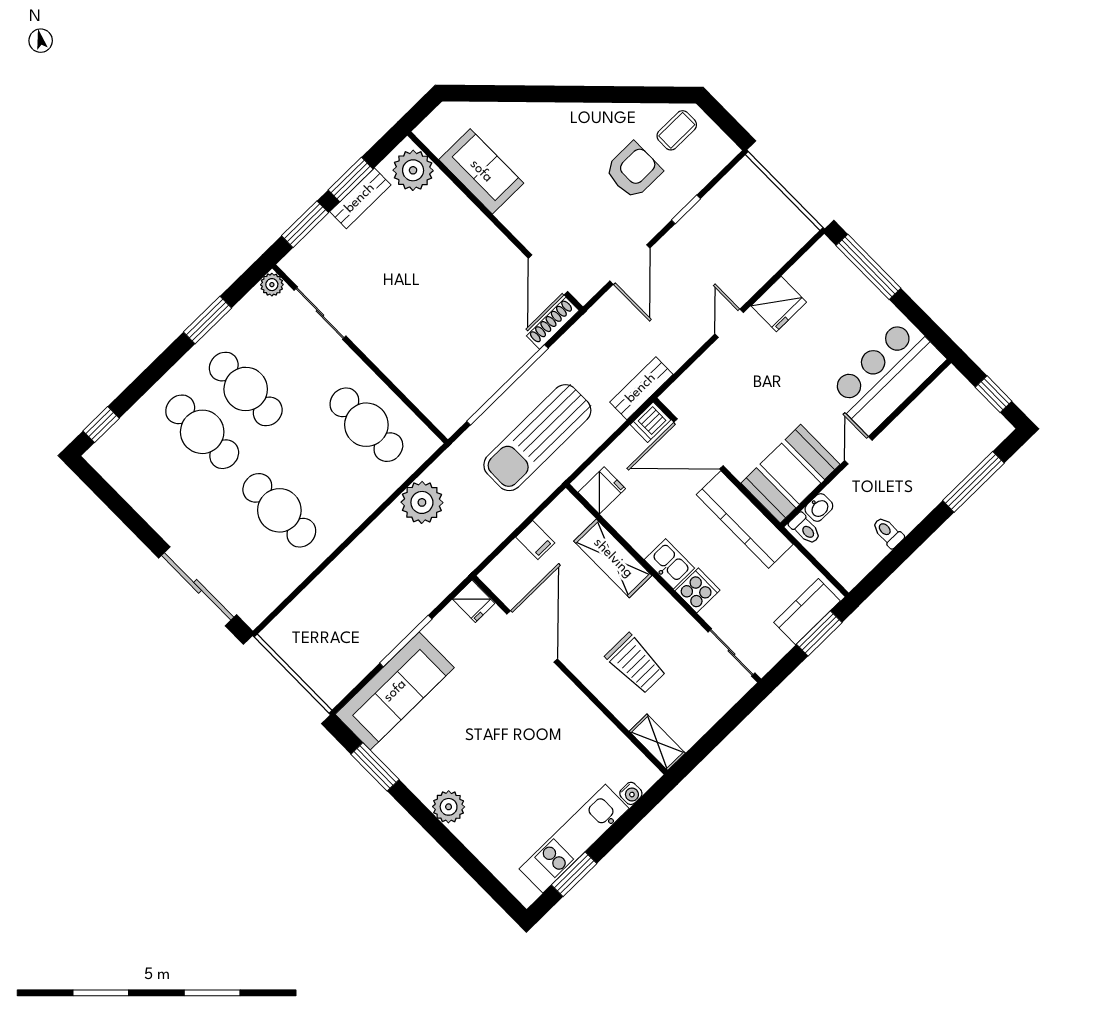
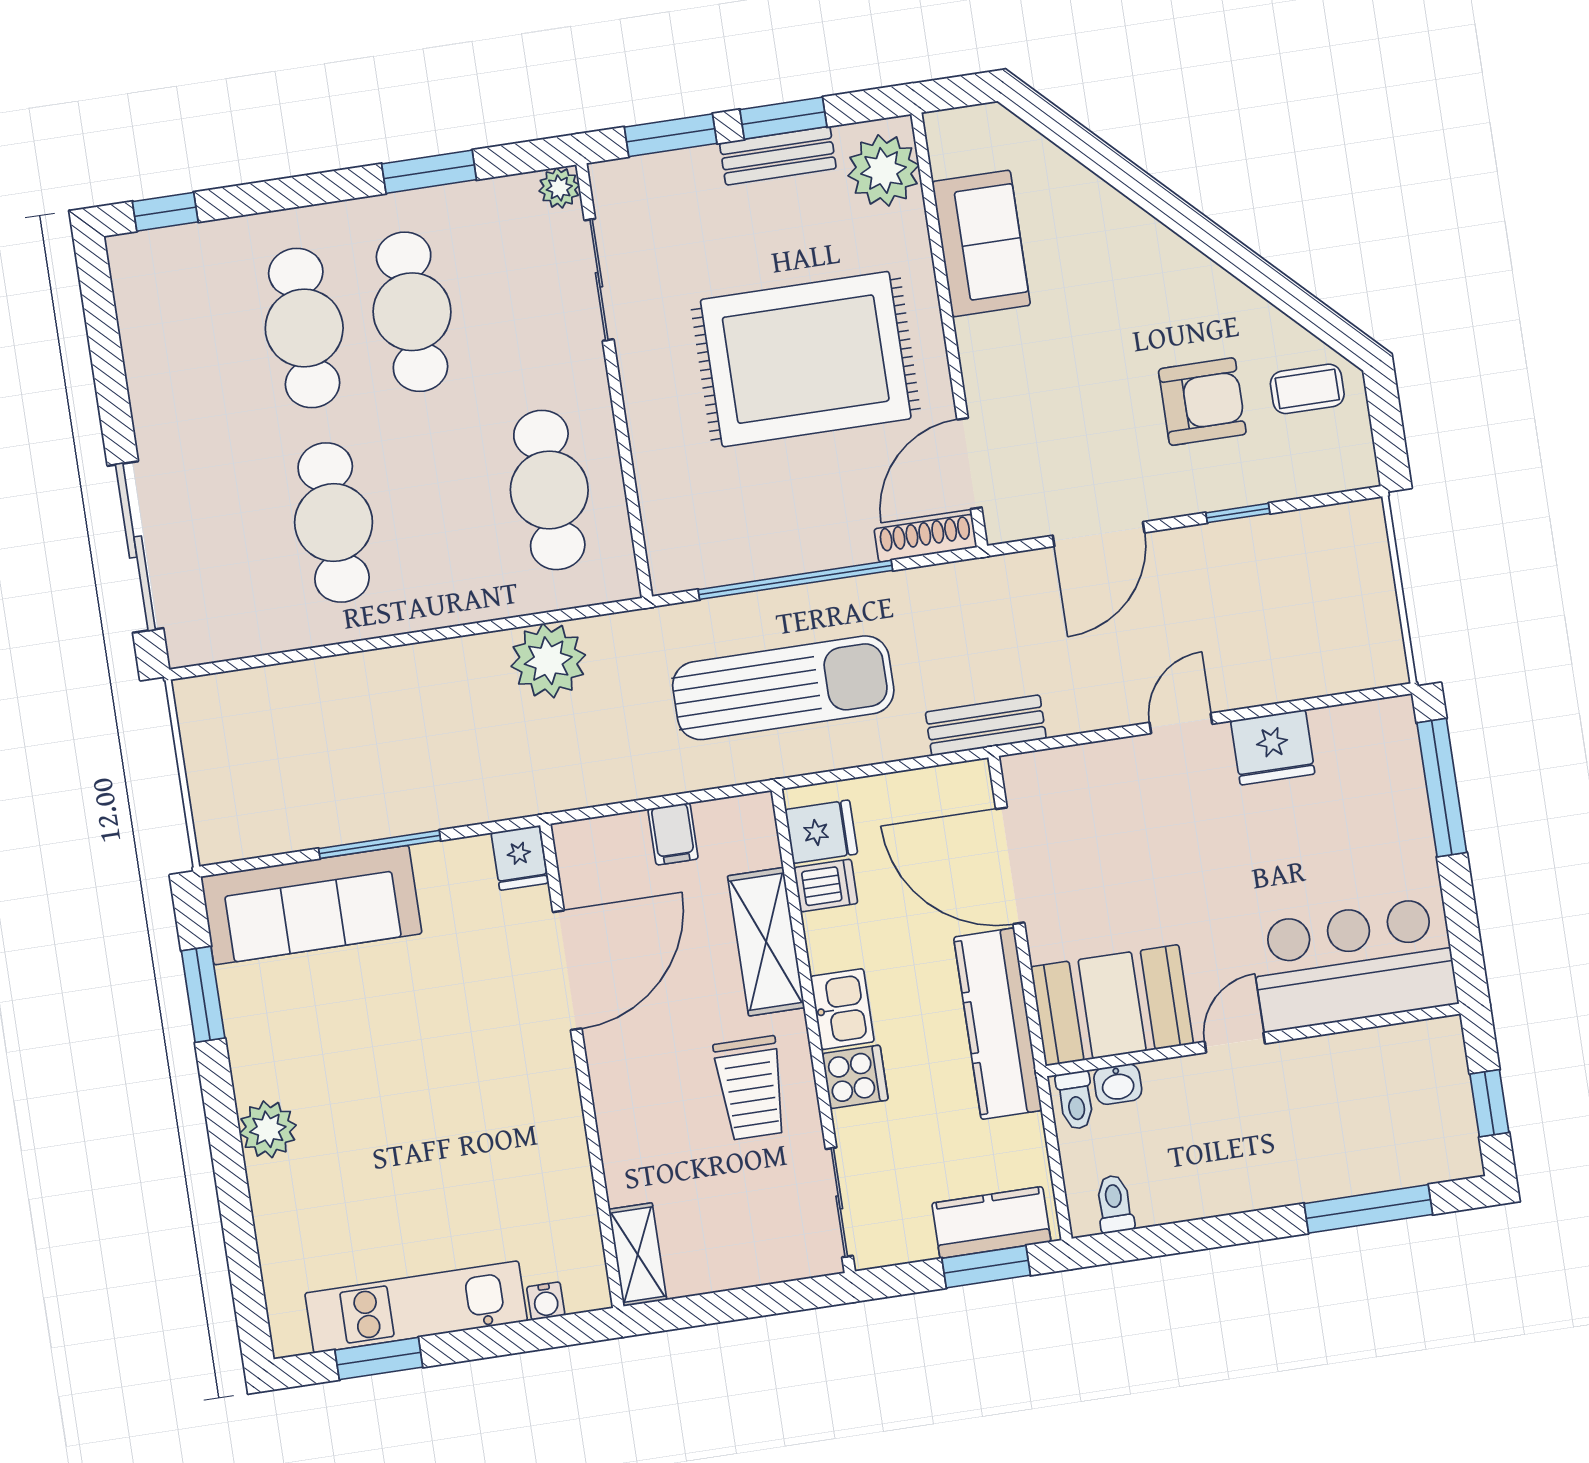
rug: (440, 281) -> (806, 359), added
dishwasher: (650, 422) -> (826, 886), moved, turned 180
sun lounger: (537, 438) -> (783, 688), turned 180
toilet: (888, 532) -> (1115, 1204), moved
trolley: (636, 664) -> (751, 1088), moved

